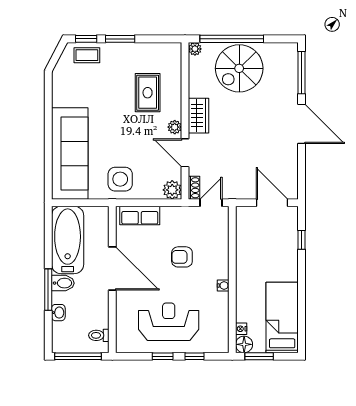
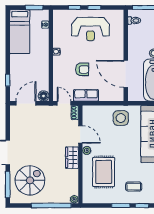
coffee table: (87, 55) -> (134, 187), moved
spiral stairs: (239, 68) -> (30, 180), moved
rug: (148, 93) -> (104, 172), width x1.36, depth x1.43
plant: (172, 190) -> (88, 111), removed
door: (211, 203) -> (64, 103), swing flipped
door: (272, 203) -> (26, 103), swing flipped
row of seats: (140, 215) -> (86, 95), moved
door: (112, 268) -> (126, 74), moved
floor lamp: (244, 344) -> (43, 96), moved

